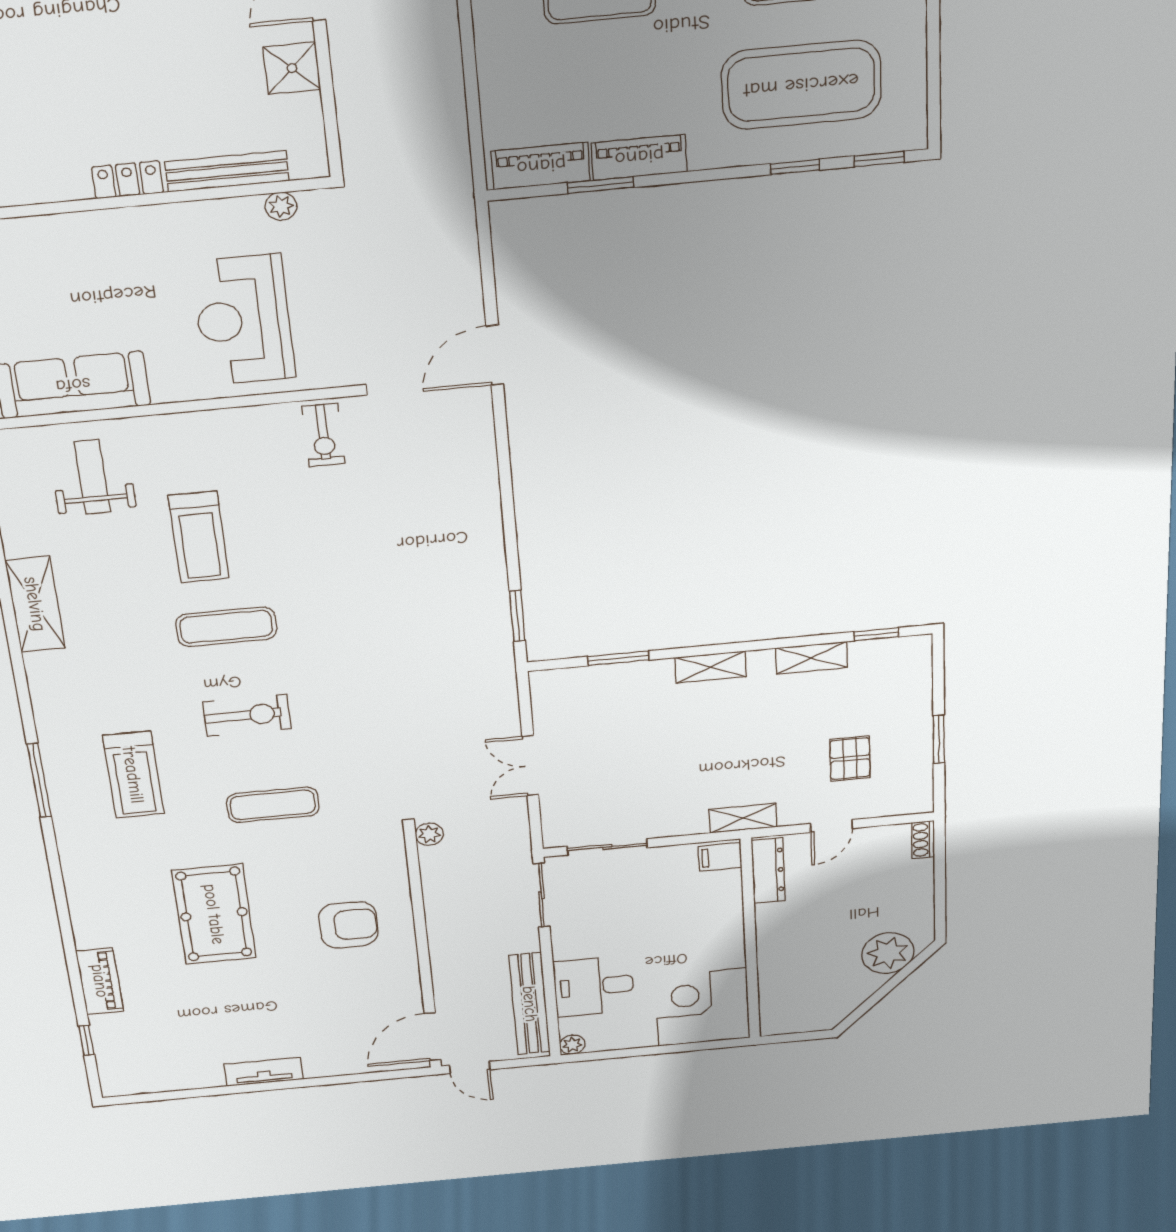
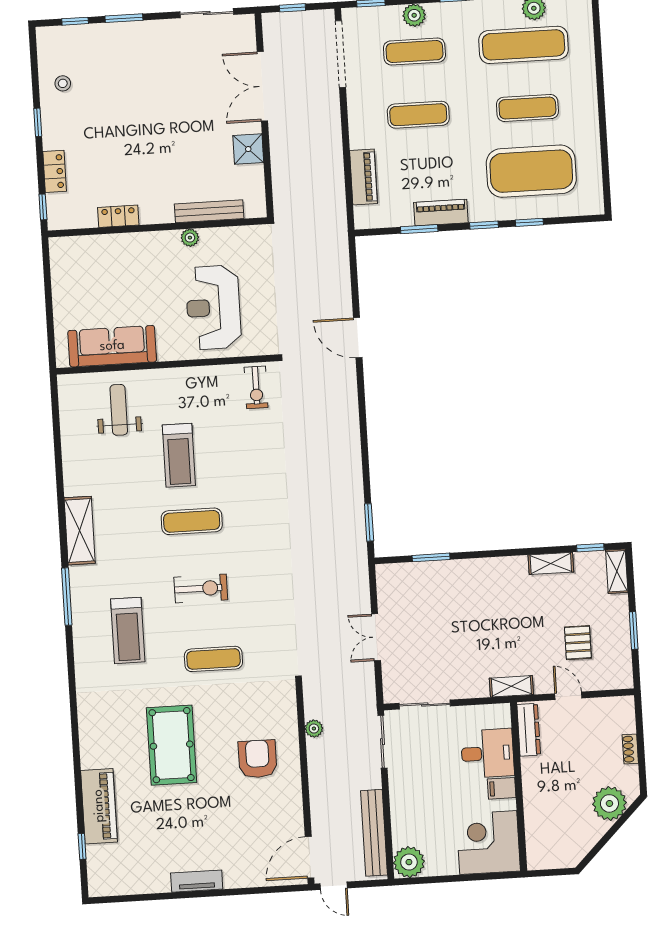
window: (879, 159) -> (484, 225), moved
piano: (541, 166) -> (364, 177), moved, turned 90
locker: (128, 180) -> (118, 216), moved
plant: (281, 206) -> (190, 238), moved
door: (495, 355) -> (358, 338), hinge flipped
shelving: (35, 604) -> (80, 531), moved
shelving: (711, 667) -> (617, 571), moved, turned 90
window: (39, 780) -> (67, 597), moved
door: (831, 826) -> (568, 696), swing flipped
plant: (429, 834) -> (314, 729), moved
shoe rack: (923, 840) -> (630, 749), moved
filing cabinet: (720, 857) -> (502, 788), moved
armchair: (348, 925) -> (258, 759), turned -90
piano: (100, 981) -> (99, 806), width x1.37, depth x1.33
desk: (594, 986) -> (488, 753), moved, turned 180
plant: (572, 1045) -> (409, 862), width x1.87, depth x1.87

